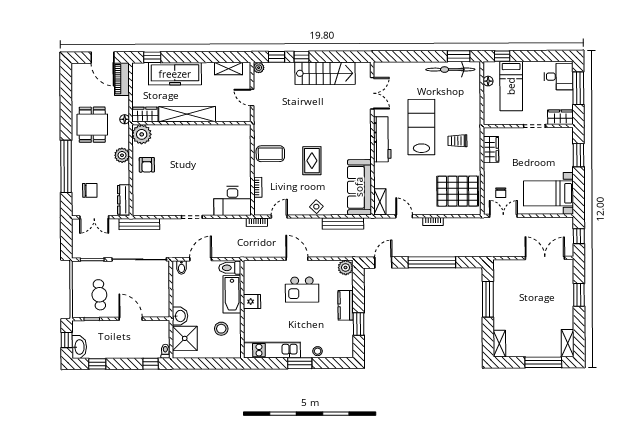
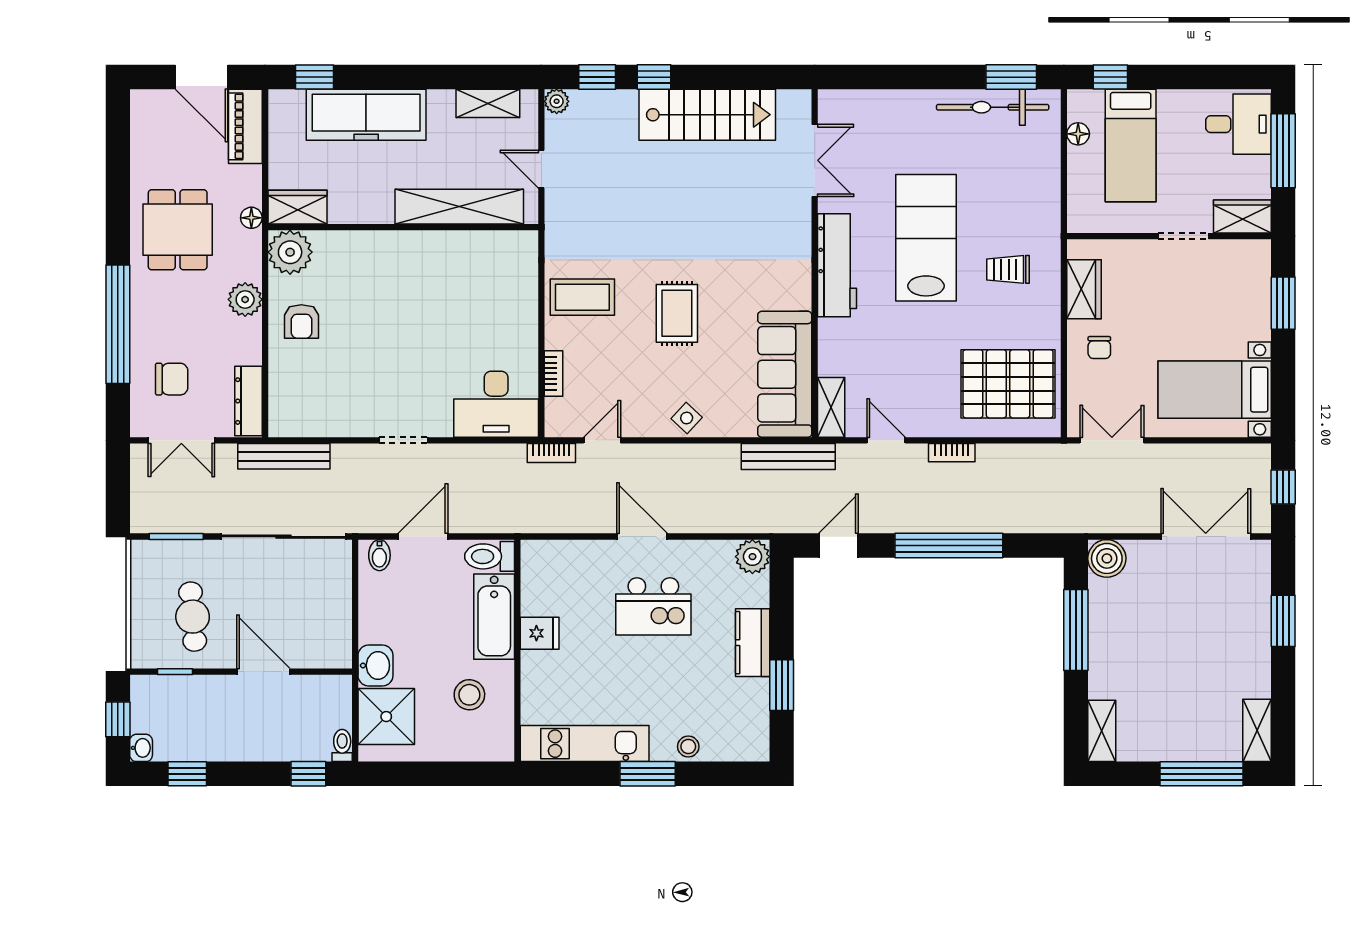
shelving: (187, 114) -> (459, 207), moved
chair: (501, 193) -> (1099, 348), moved
bench: (343, 224) -> (788, 457), moved
boiler: (501, 268) -> (1107, 558), added
washbasin: (79, 347) -> (141, 748), width x0.52, depth x0.69

